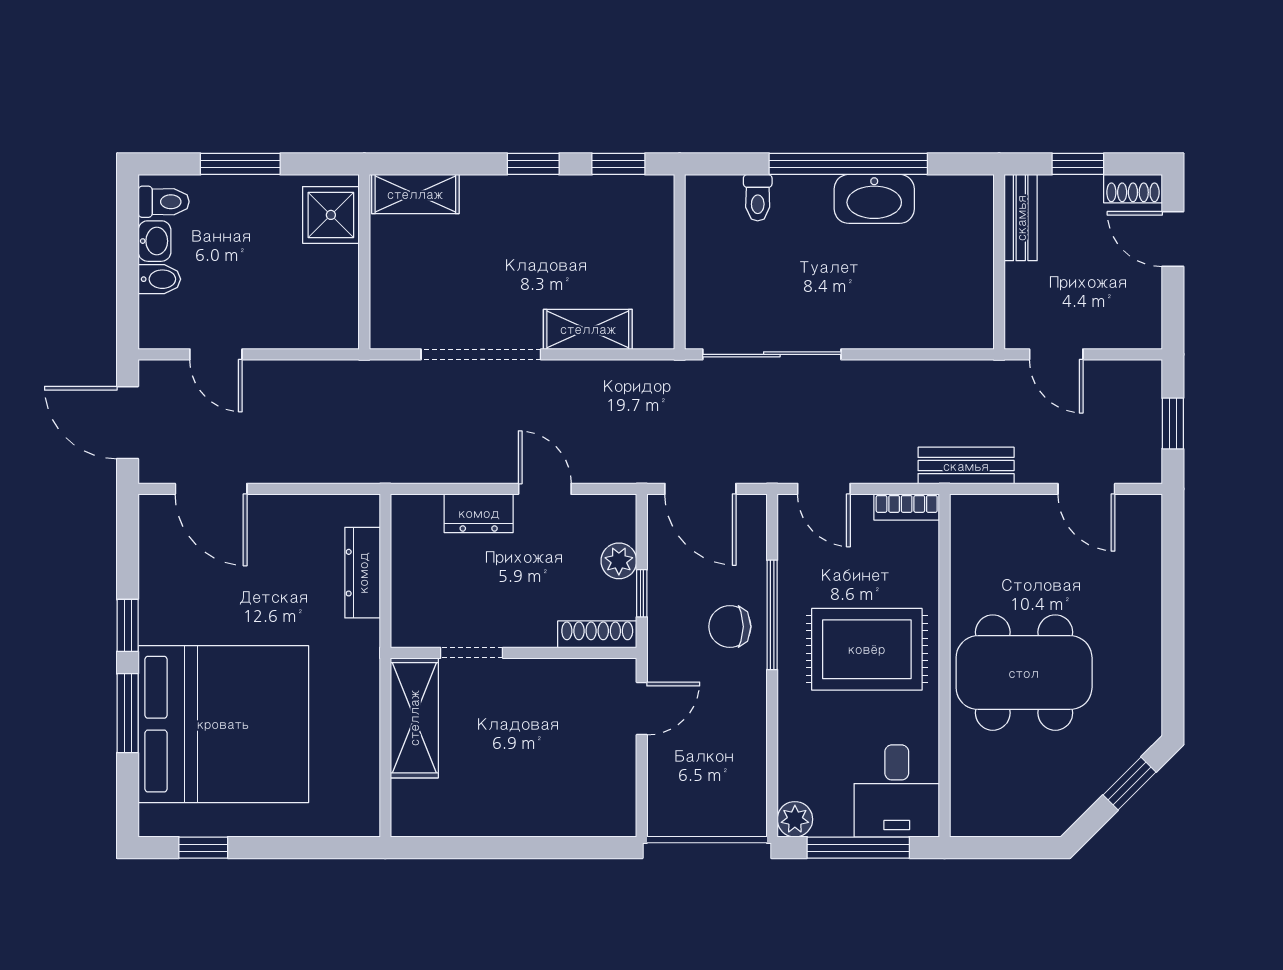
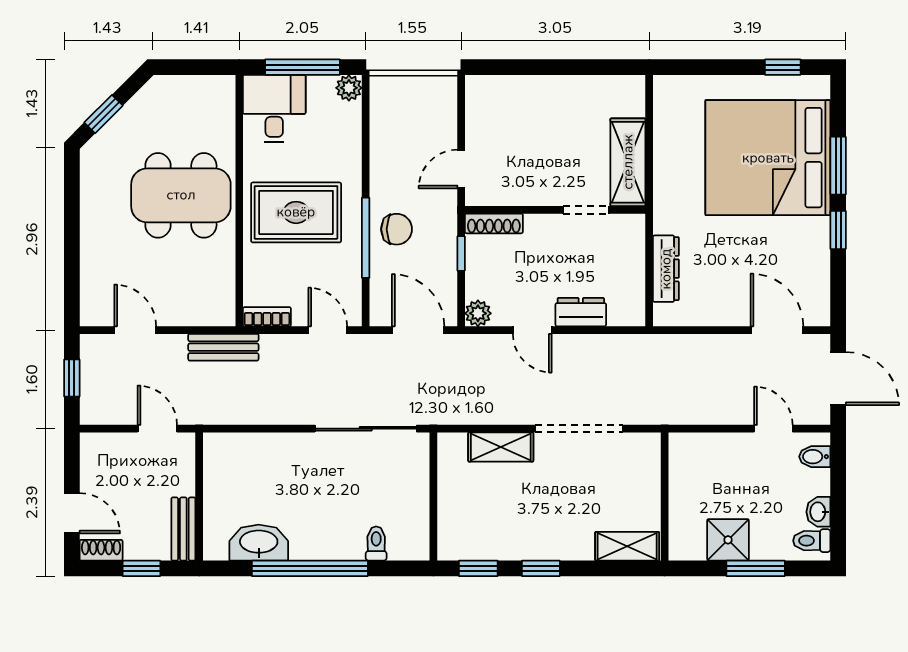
washbasin: (874, 199) -> (259, 543), moved
shower: (331, 215) -> (728, 540), moved
bidet: (159, 279) -> (815, 457), moved
plant: (619, 561) -> (478, 313), moved

